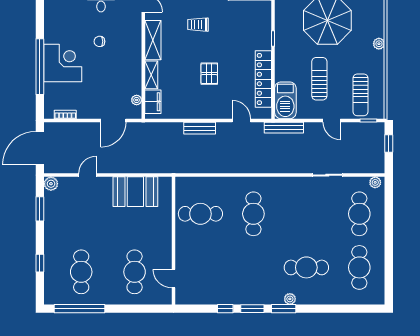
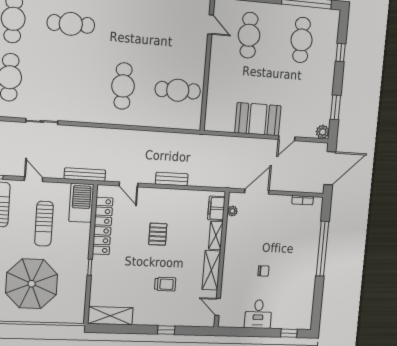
corner desk: (63, 63) -> (300, 251), removed
booth: (135, 192) -> (258, 119), moved

